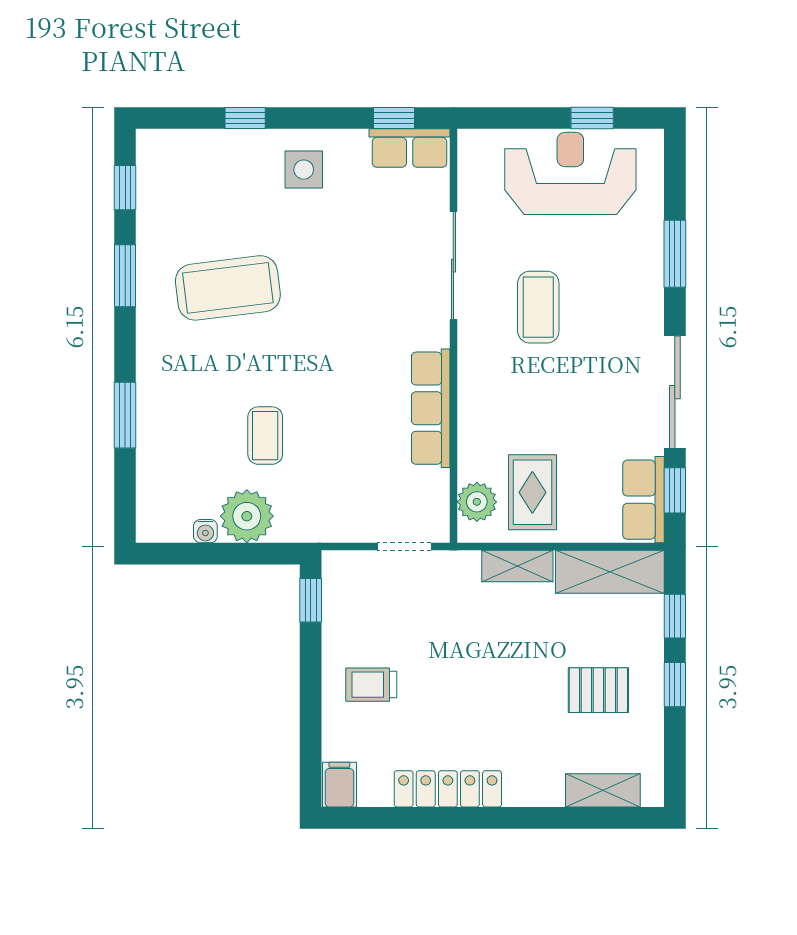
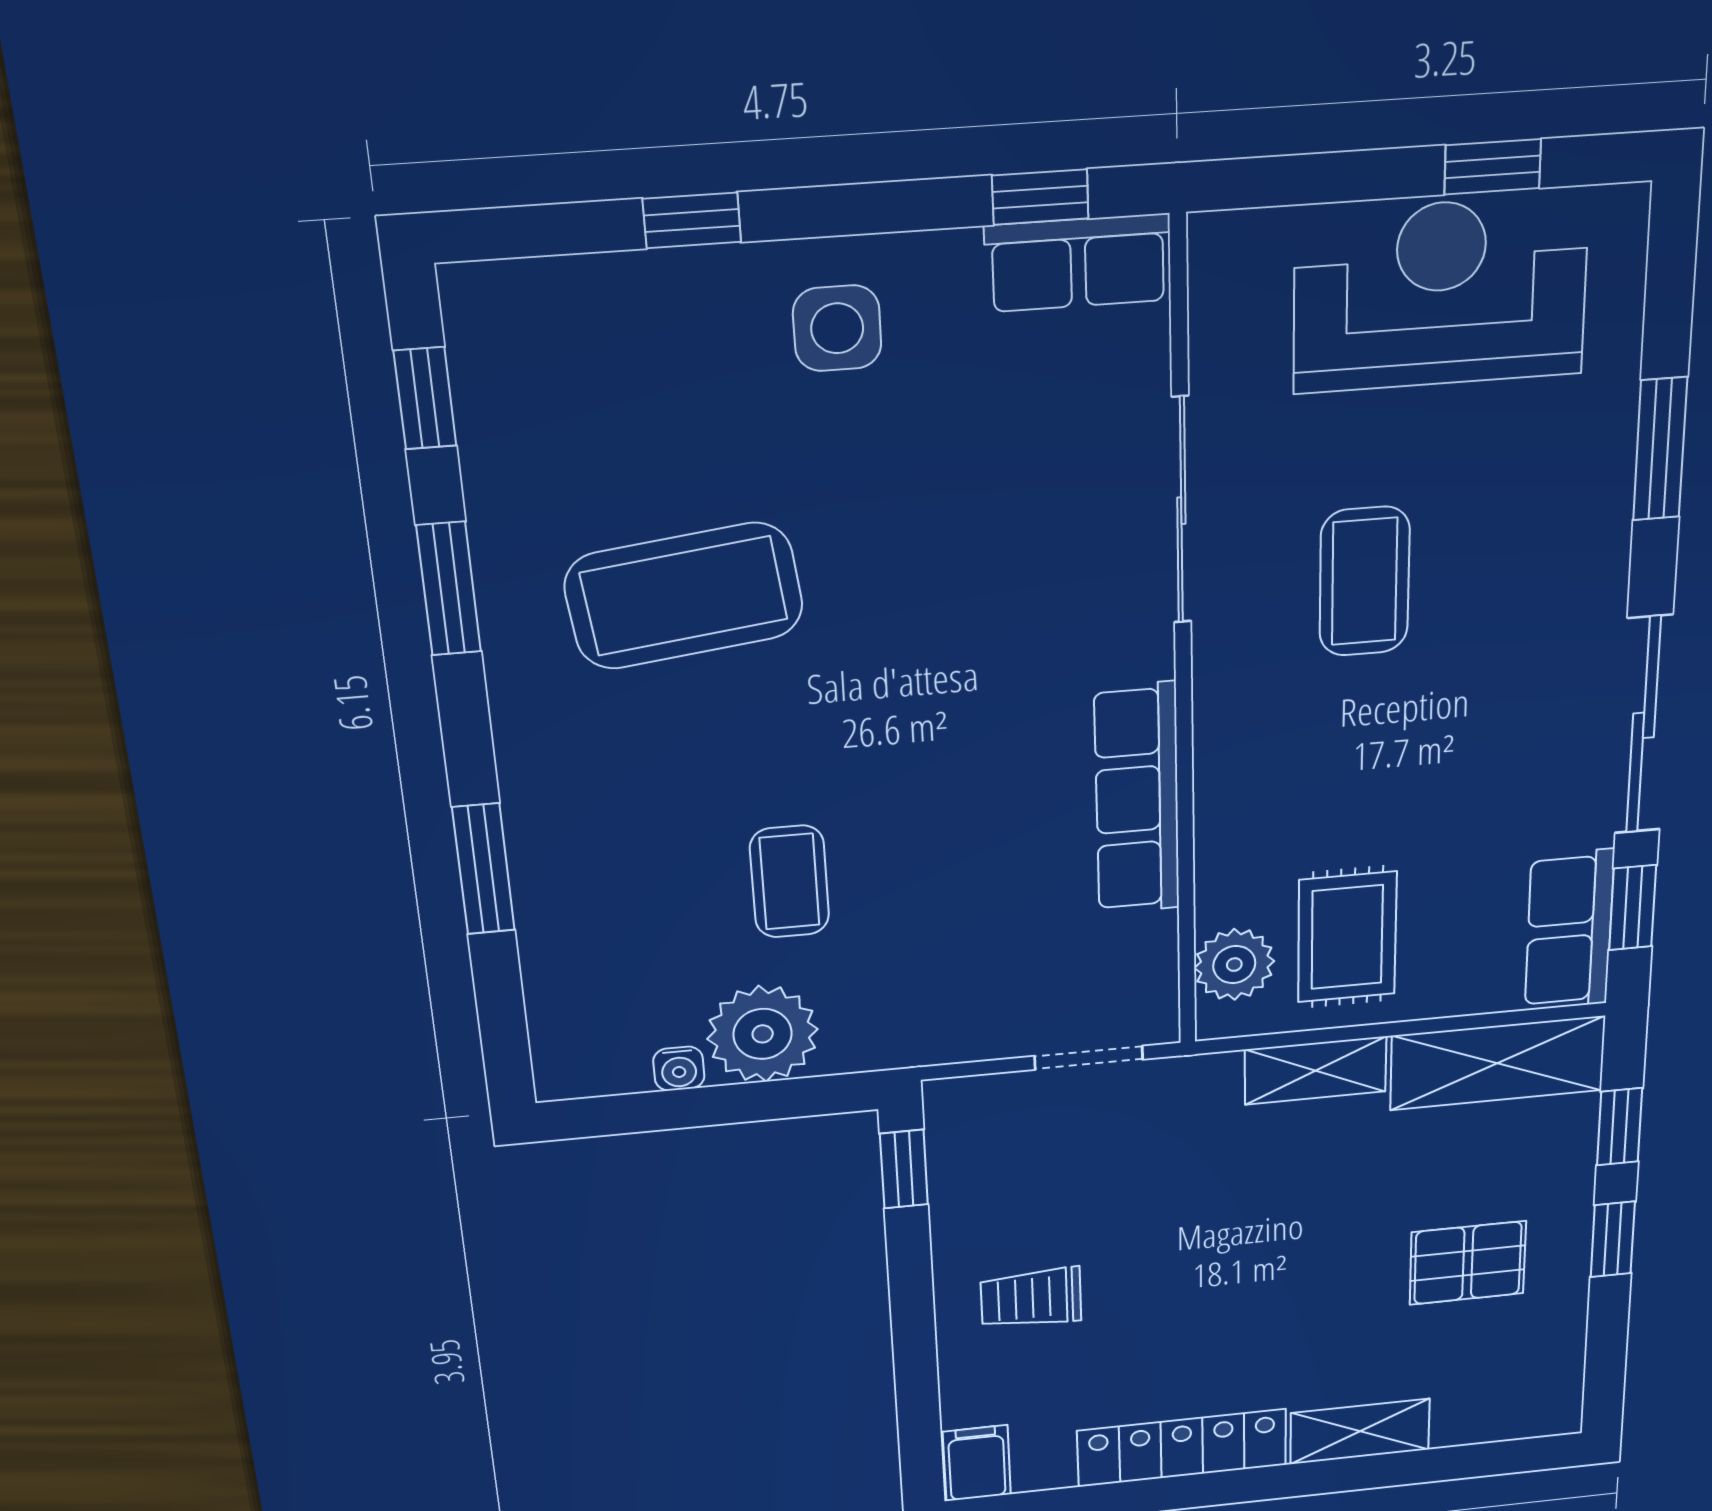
shelving: (603, 790) -> (1360, 1431), moved

